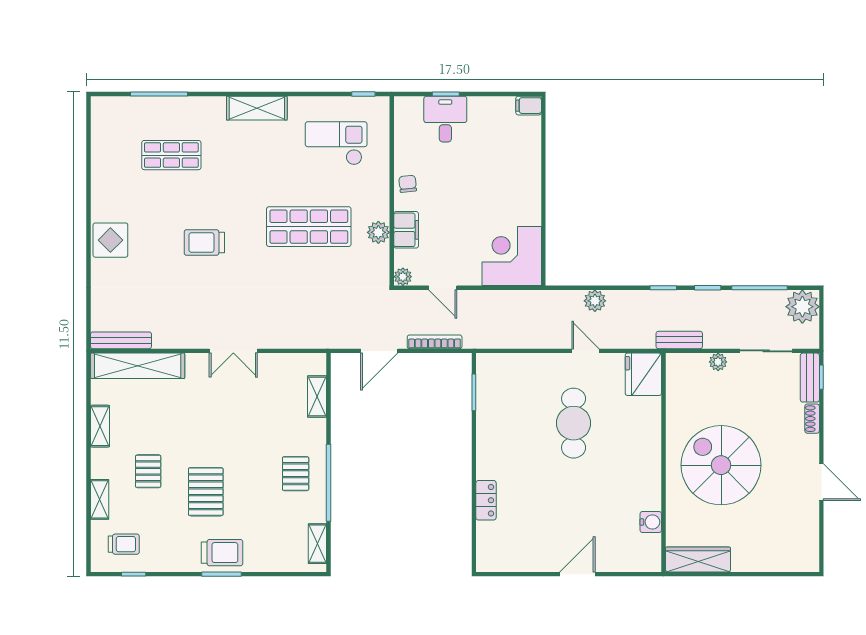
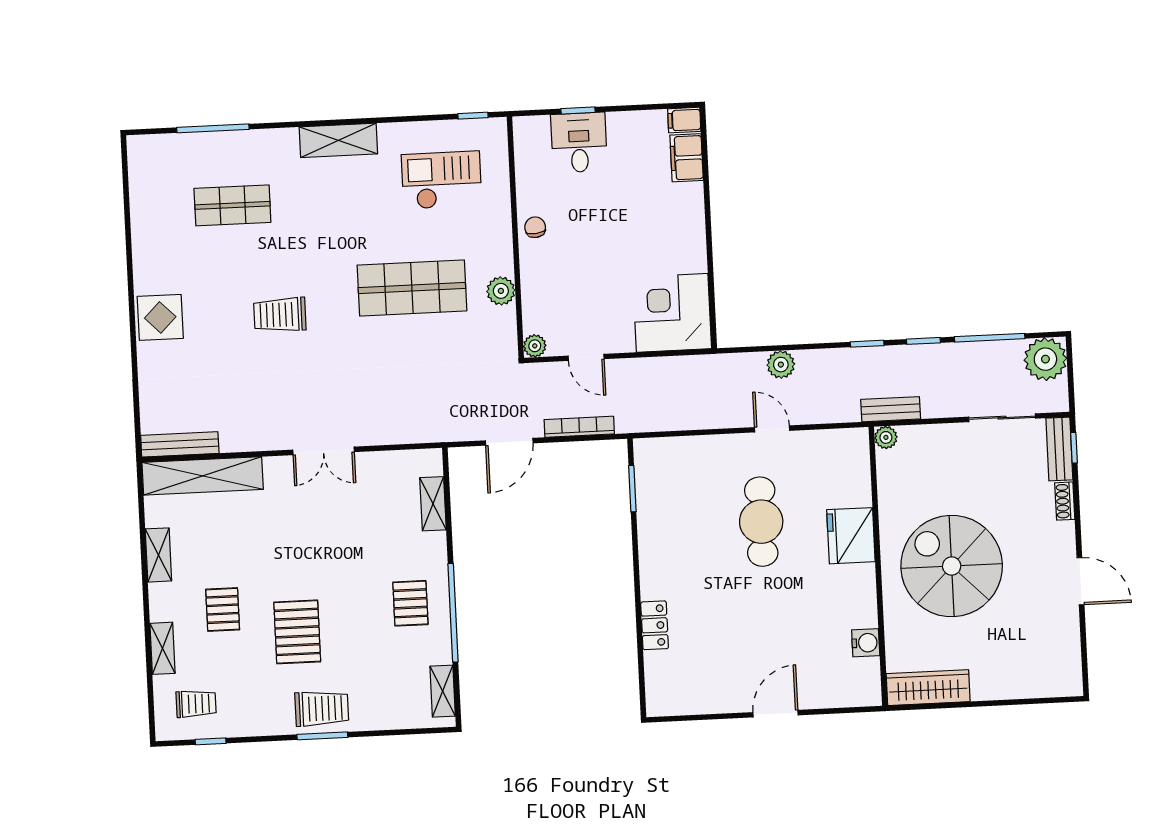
filing cabinet: (406, 230) -> (687, 158), moved, turned 180
plant: (718, 362) -> (886, 437), moved
fridge: (643, 374) -> (851, 536), moved

